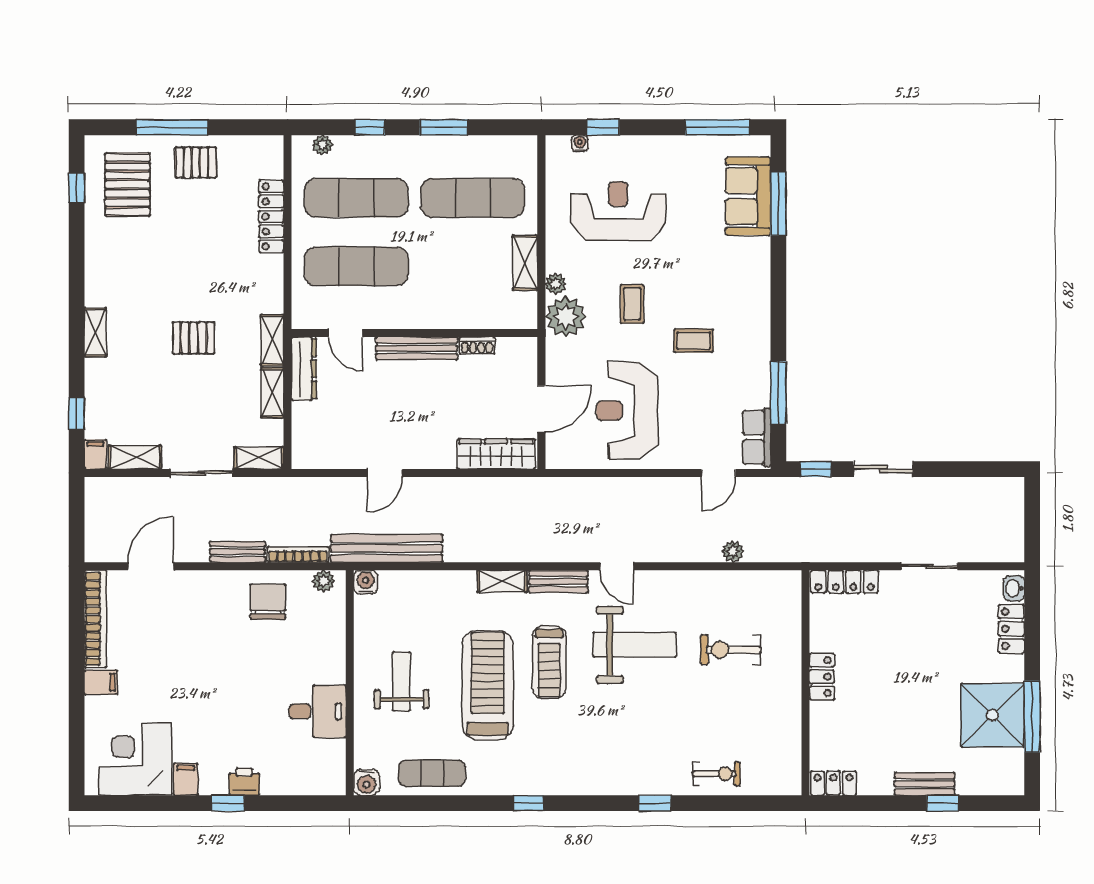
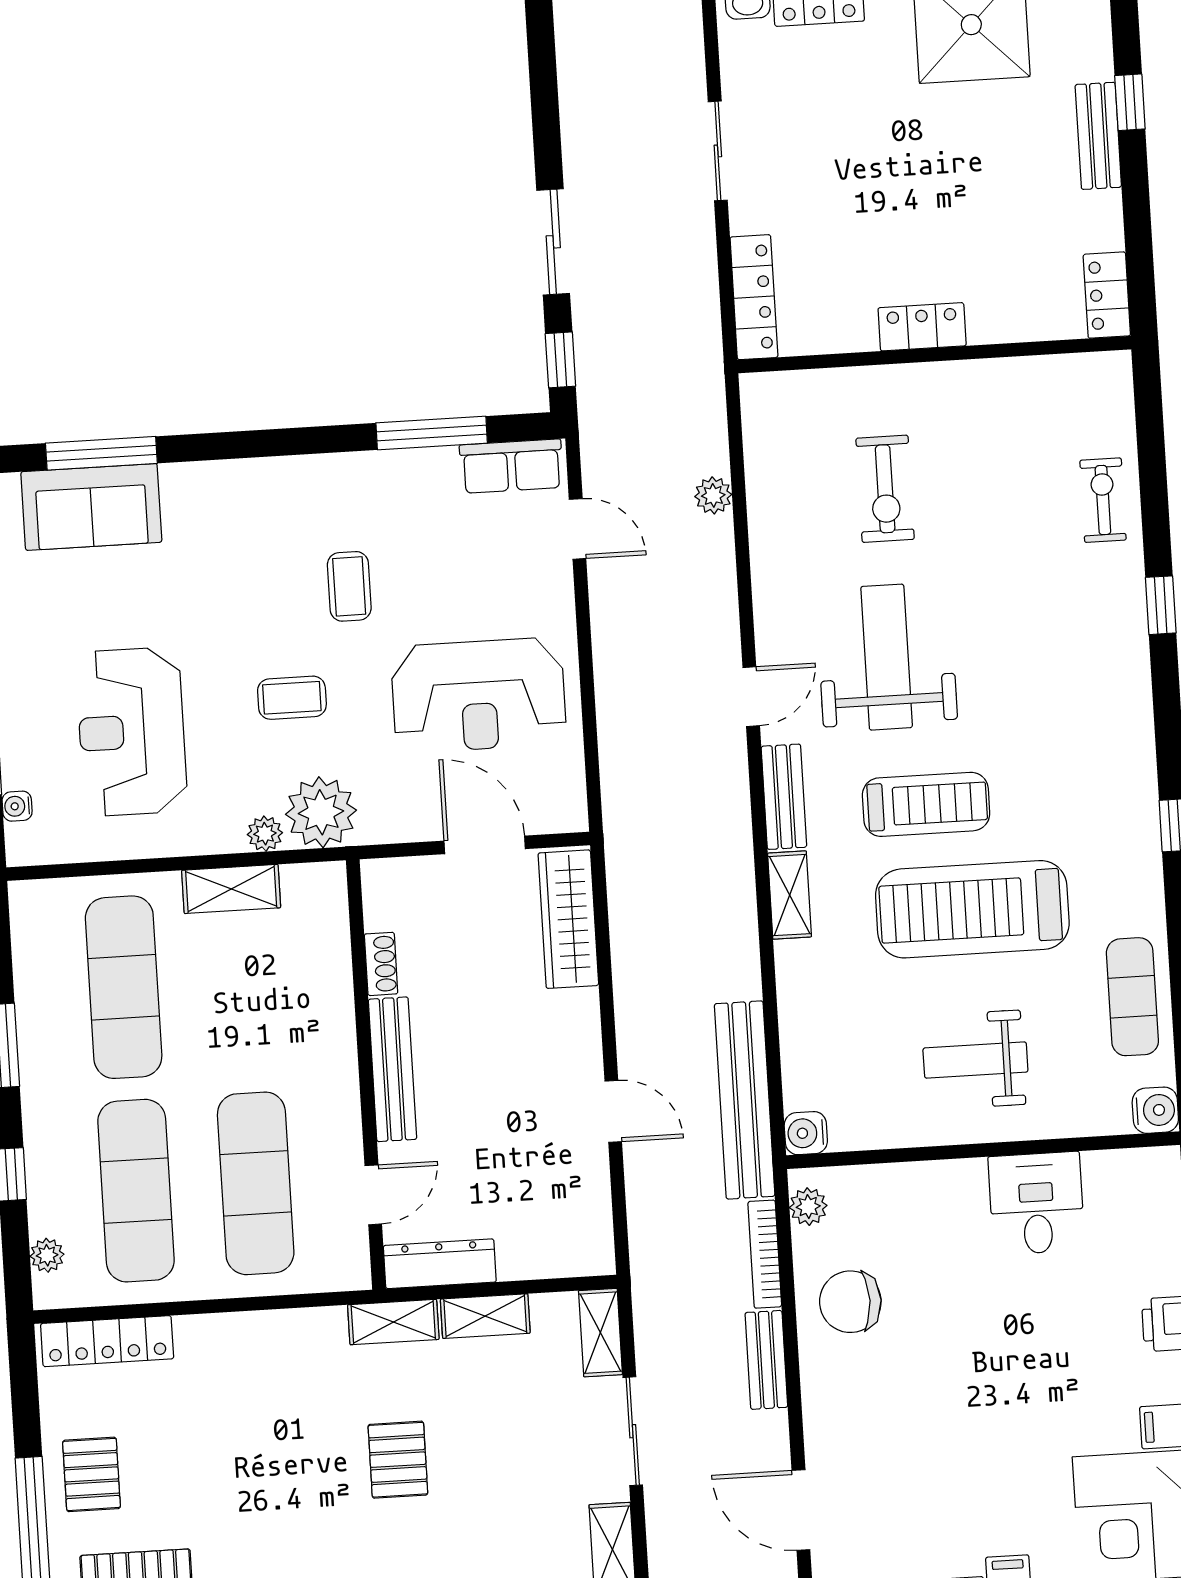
locker: (271, 216) -> (107, 1341), moved

